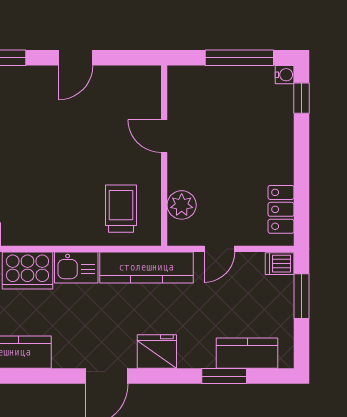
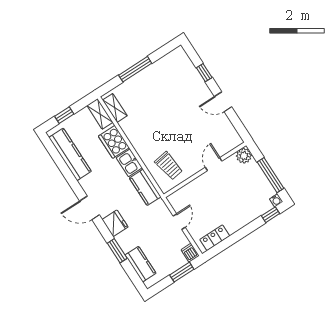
plant: (182, 205) -> (244, 156), moved
trolley: (121, 209) -> (169, 166), turned 81
door: (219, 249) -> (179, 222), swing flipped
kitchen counter: (146, 267) -> (145, 187), width x0.67
window: (224, 376) -> (117, 251), moved

